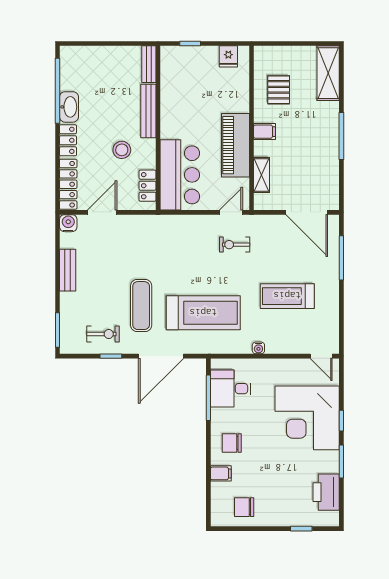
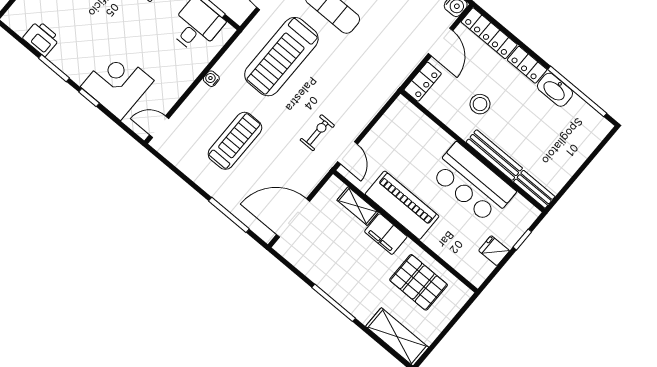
fridge: (228, 56) -> (494, 251), moved
pallet: (279, 90) -> (419, 282), width x1.50, depth x1.42
filing cabinet: (264, 132) -> (386, 234), width x2.00
bar counter: (180, 175) -> (473, 183), moved
locker: (148, 186) -> (423, 82), moved, turned 90
corner desk: (307, 418) -> (117, 84), width x0.74, depth x0.74
printer: (326, 492) -> (41, 38), width x0.73, depth x0.84

